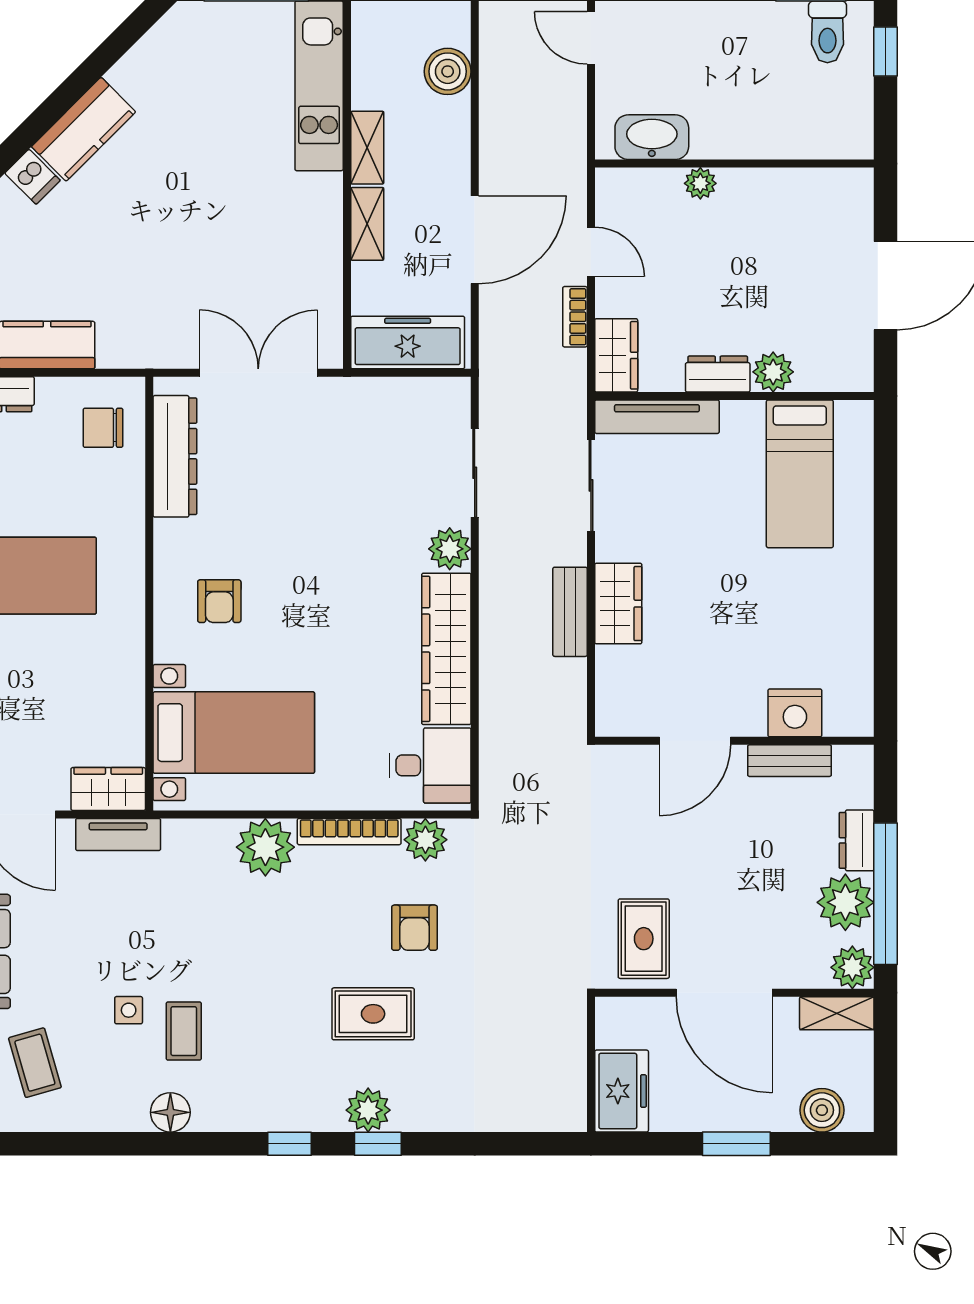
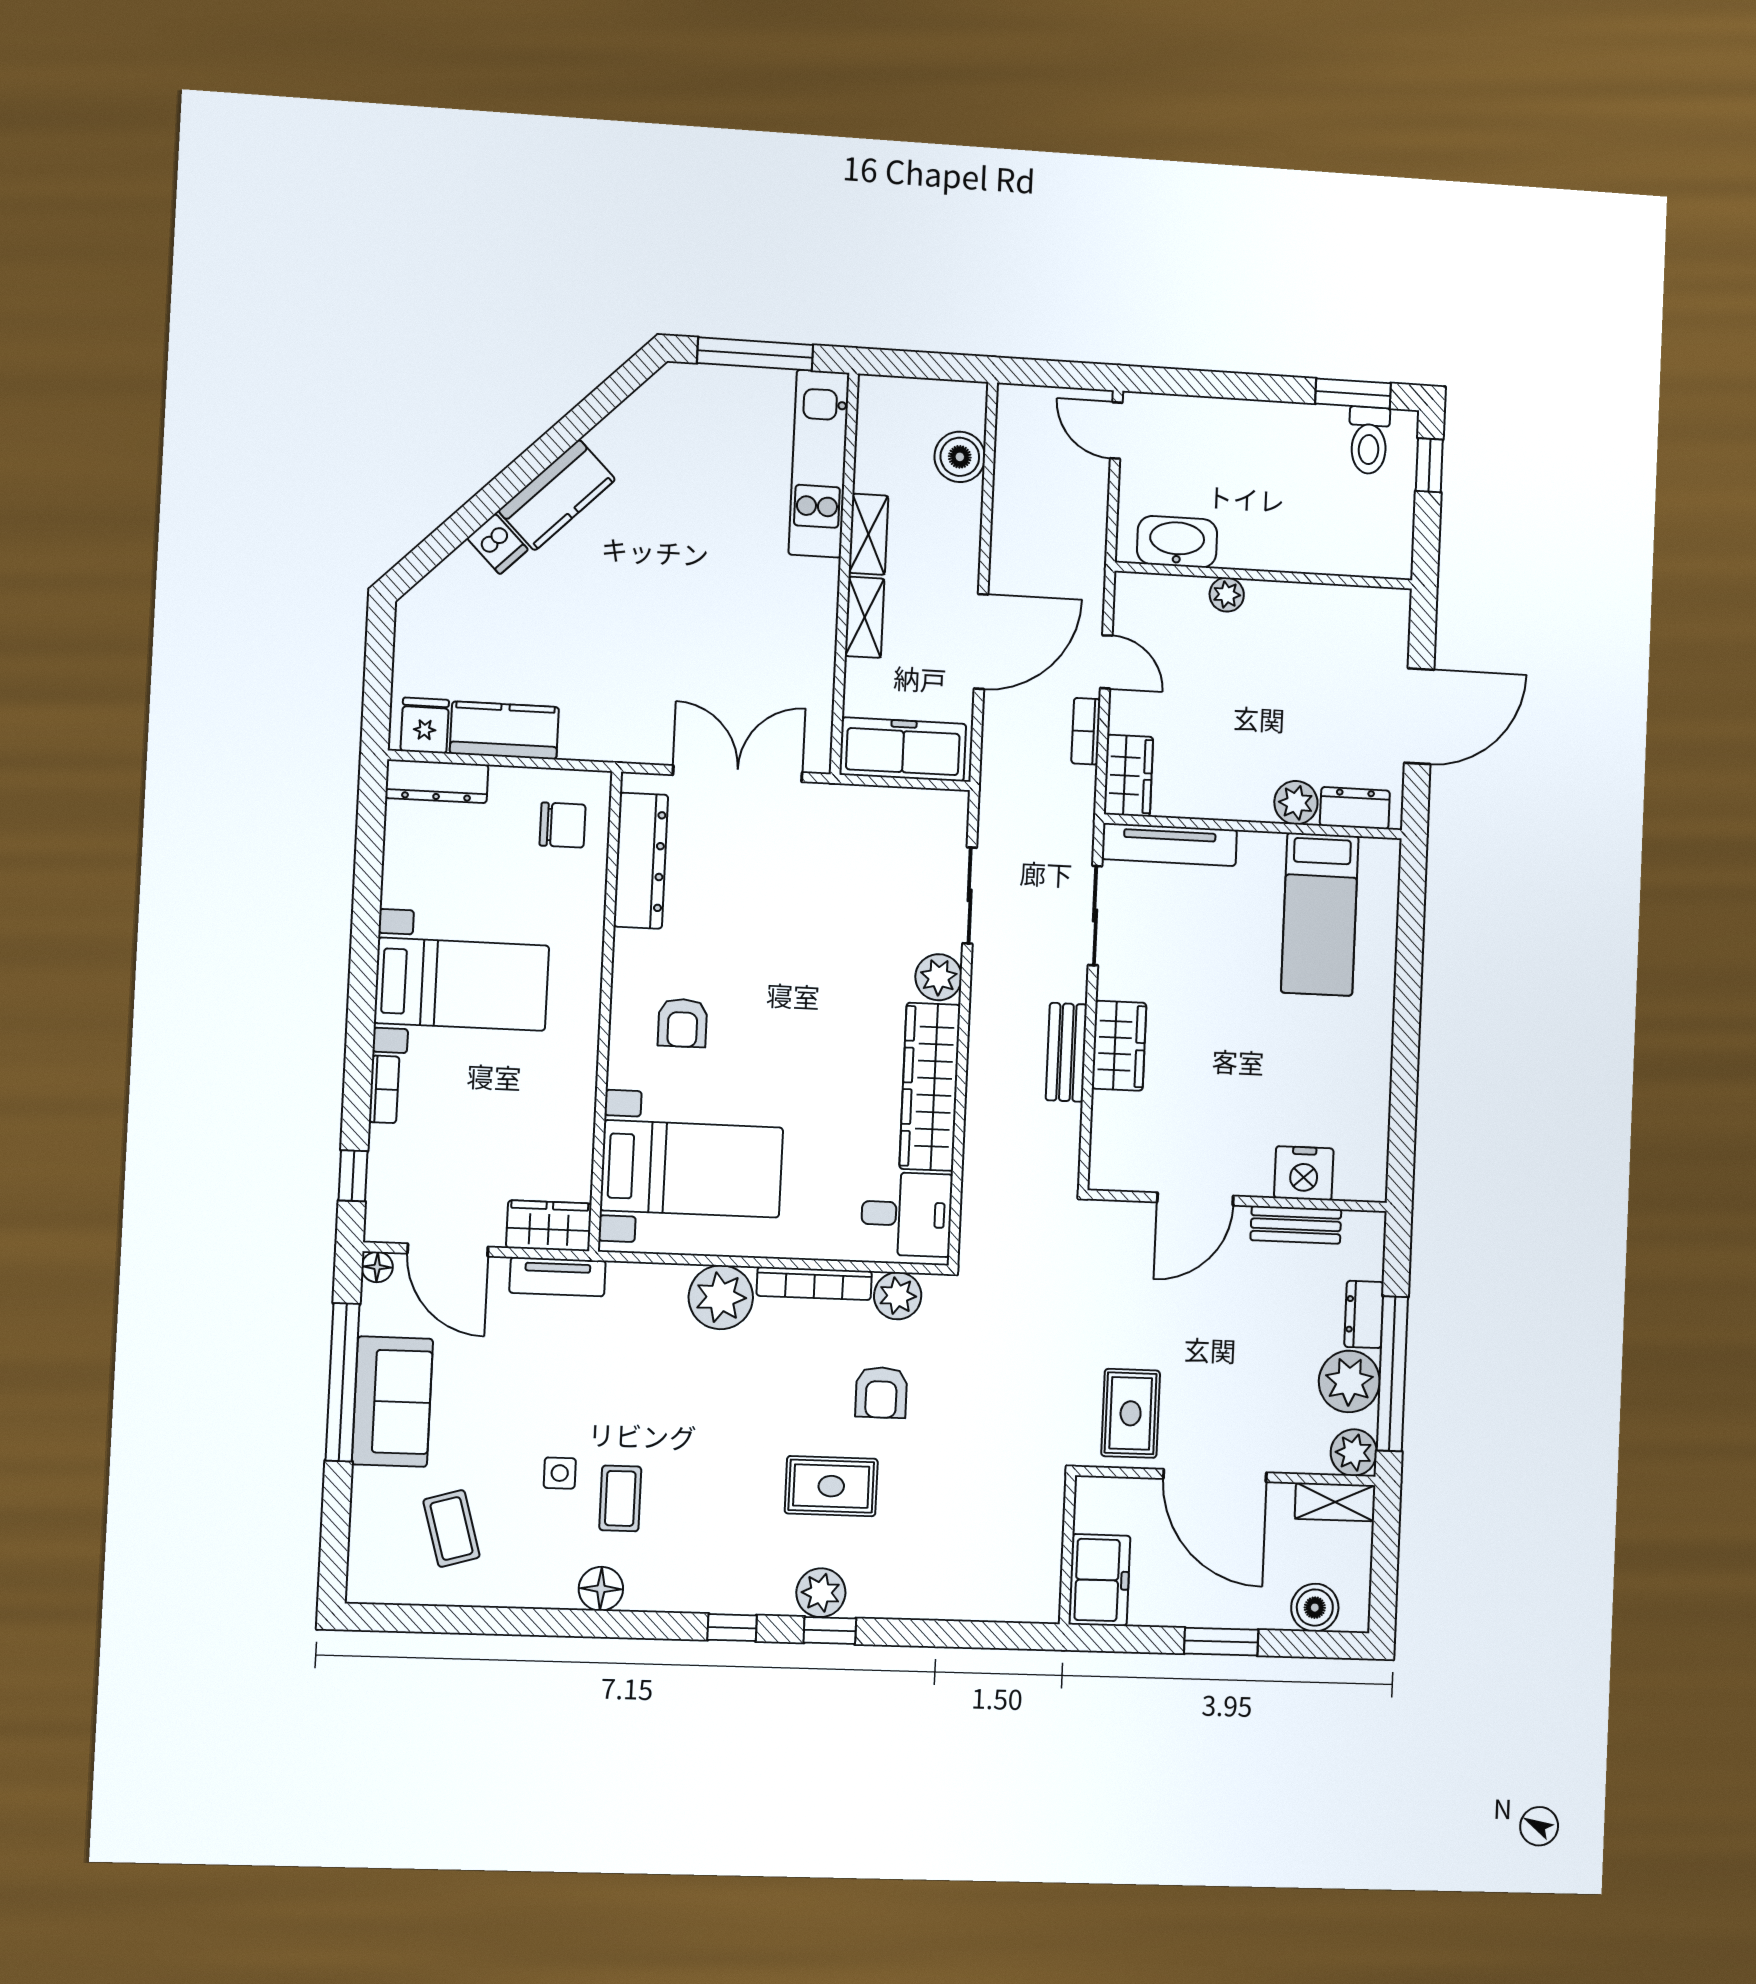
dresser: (718, 374) -> (1355, 808), moved
chair: (103, 428) -> (563, 825), turned 180

